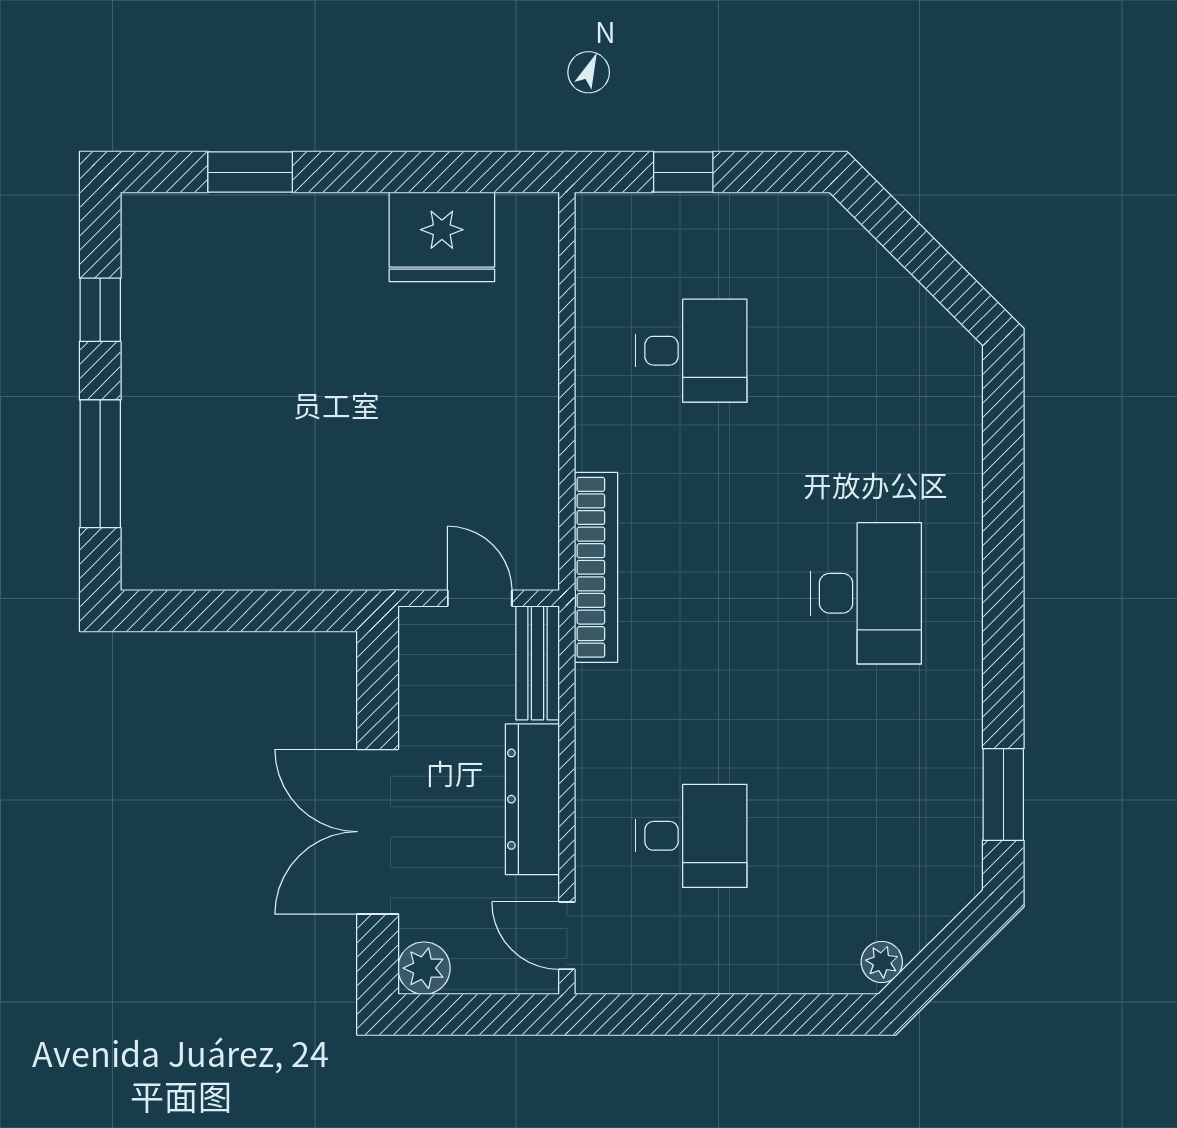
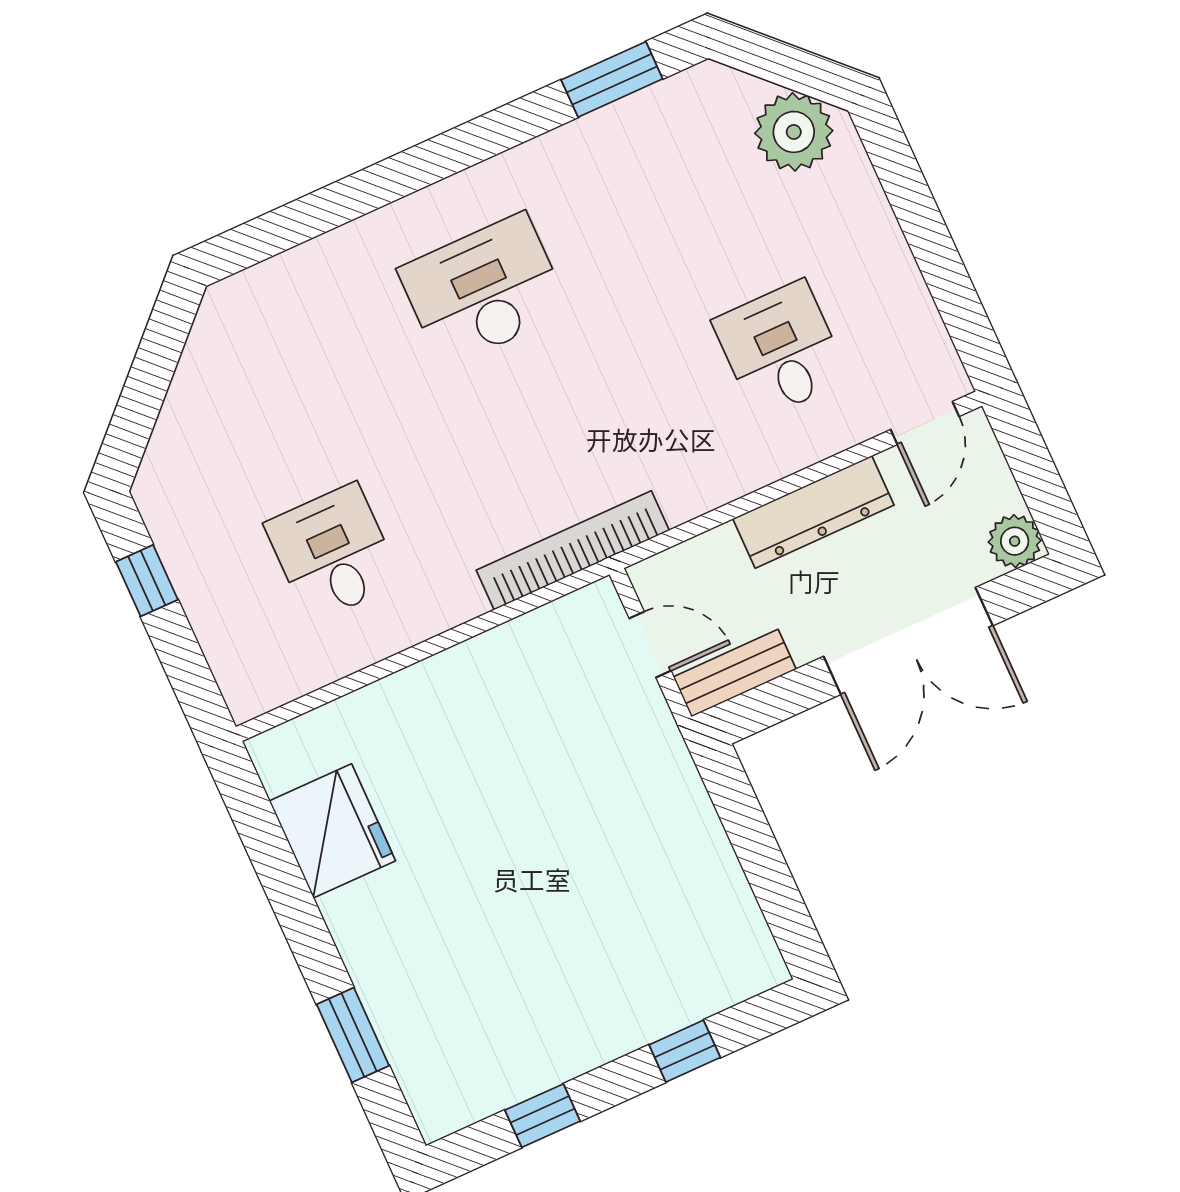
window: (683, 172) -> (147, 581), moved
window: (100, 464) -> (685, 1051), width x0.46
door: (480, 598) -> (650, 645), swing flipped
bench: (538, 663) -> (735, 673), moved
plant: (882, 962) -> (794, 132), width x1.87, depth x1.87

